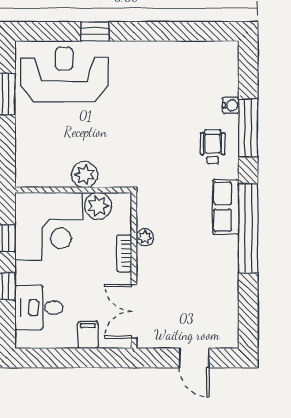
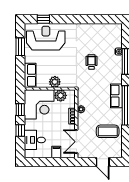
window: (95, 31) -> (43, 19), moved
wheelchair: (213, 146) -> (92, 62), moved
row of seats: (28, 160) -> (30, 75), added
coffee table: (206, 288) -> (108, 131), added

